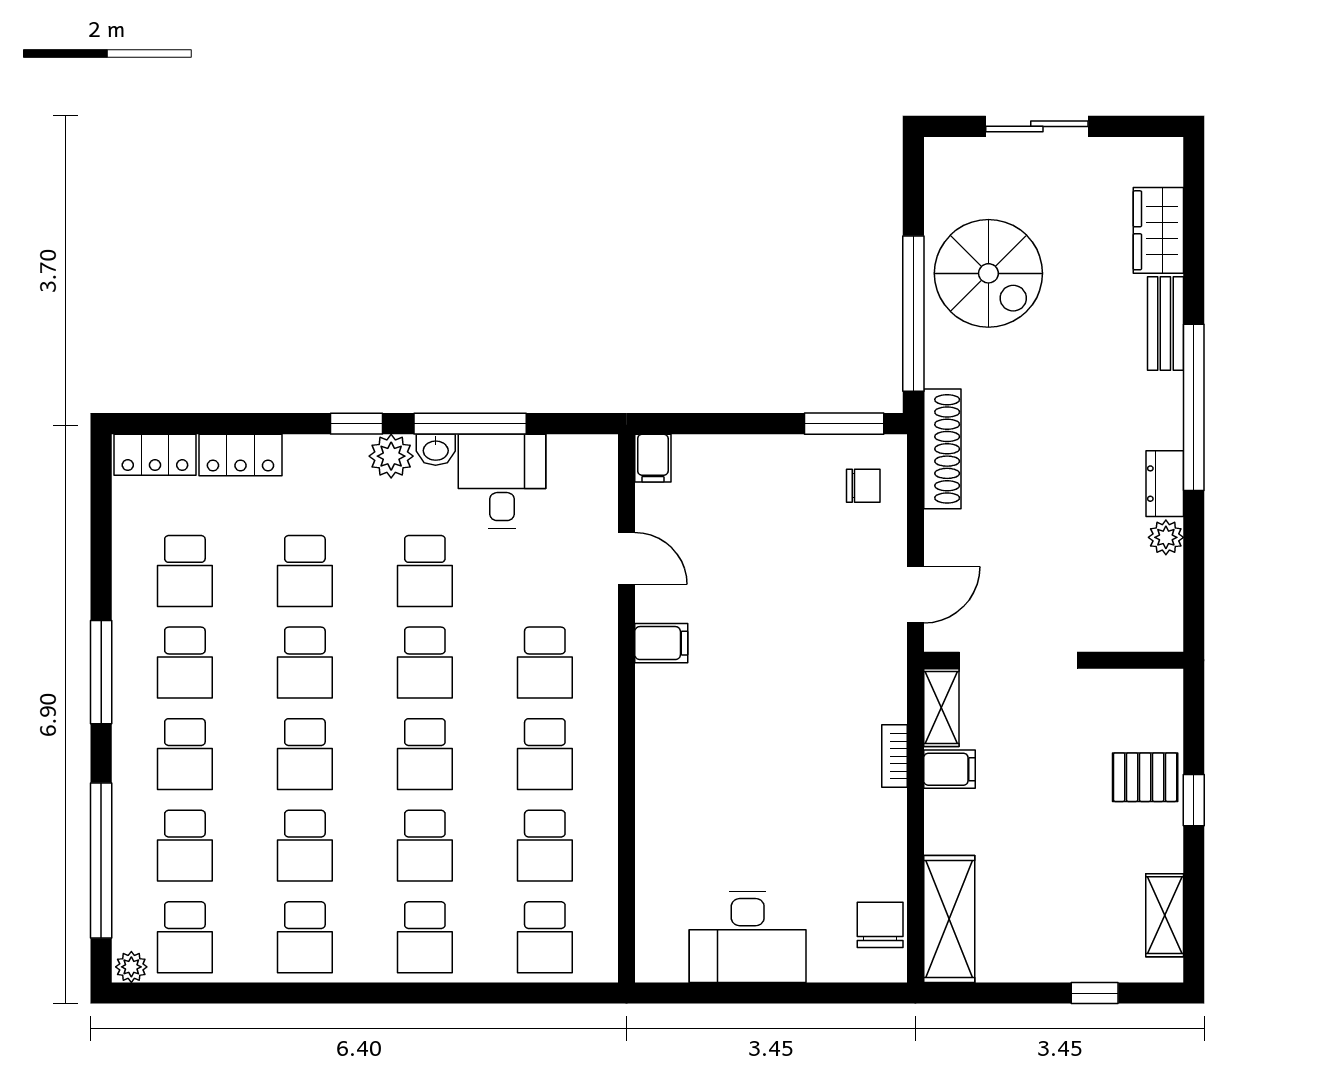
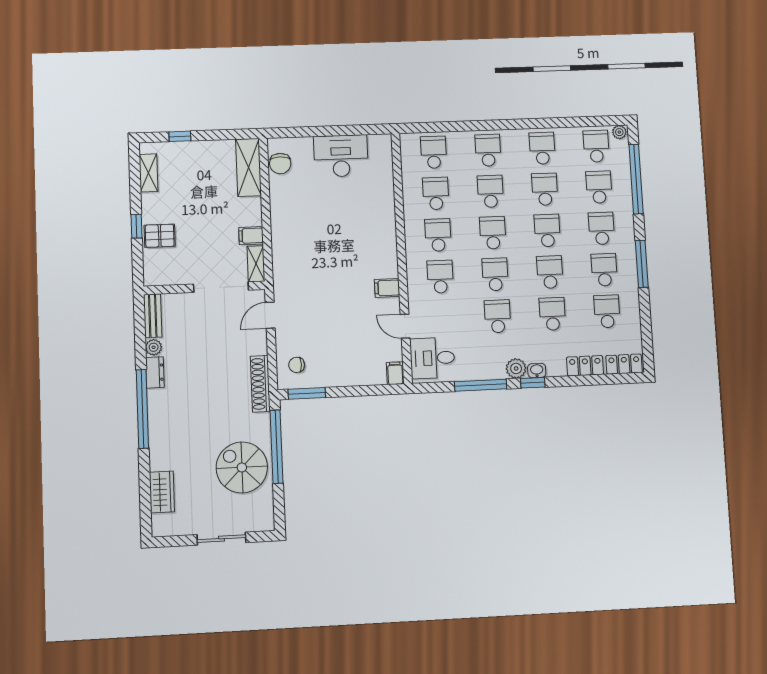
bench: (1165, 323) -> (153, 316), moved
washbasin: (436, 450) -> (537, 370), moved
desk: (502, 481) -> (432, 358), moved, turned 90
bookcase: (894, 756) -> (277, 241), removed

